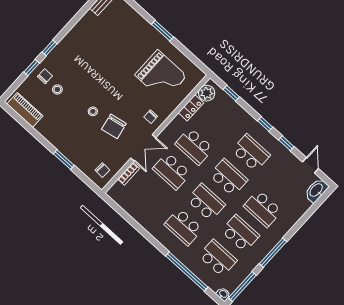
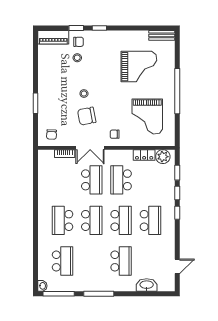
window: (162, 31) -> (177, 91), width x2.11
grand piano: (112, 44) -> (139, 67), added
piano: (25, 110) -> (53, 37), moved, turned 90
window: (286, 143) -> (177, 193), moved
school desk: (172, 171) -> (92, 180), turned 180
washbasin: (316, 190) -> (147, 285), moved
school desk: (263, 209) -> (121, 261), turned 180
school desk: (240, 233) -> (92, 261), removed
window: (187, 271) -> (36, 249), removed

